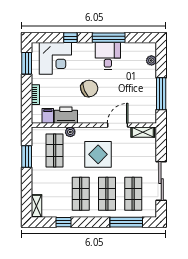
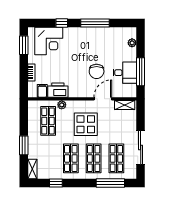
desk: (108, 56) -> (125, 73), moved, turned 90
chair: (89, 88) -> (97, 71), moved, turned 113
window: (27, 157) -> (24, 145), moved

